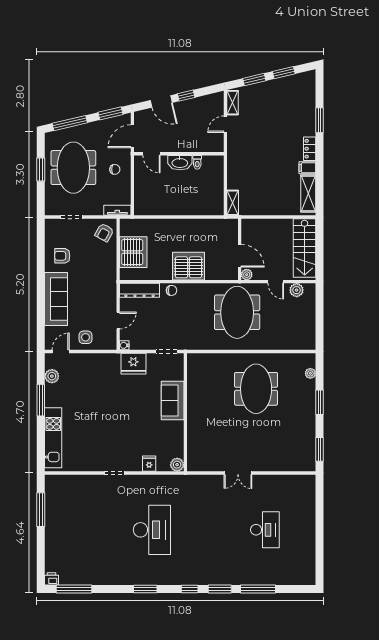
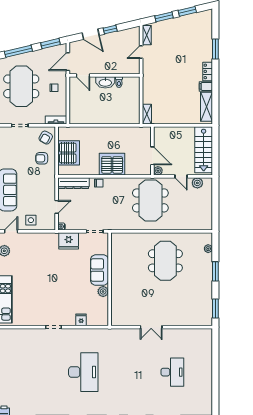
armchair: (62, 256) -> (42, 158), moved
plant: (177, 465) -> (103, 291), moved

